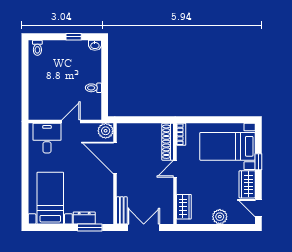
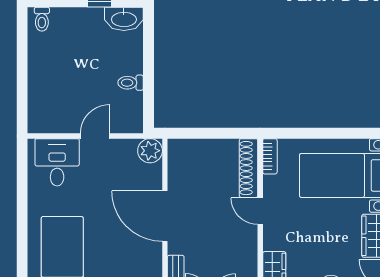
washbasin: (95, 45) -> (124, 19), width x1.91, depth x1.45
door: (115, 158) -> (165, 216), moved
door: (175, 169) -> (260, 211), hinge flipped

